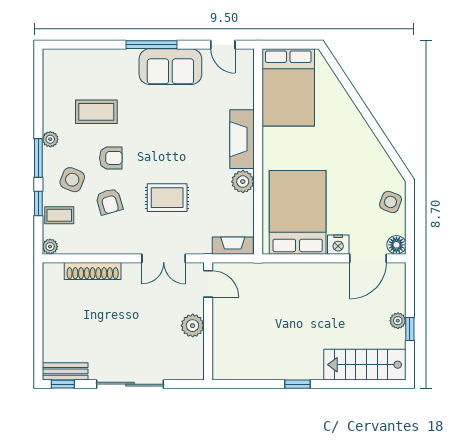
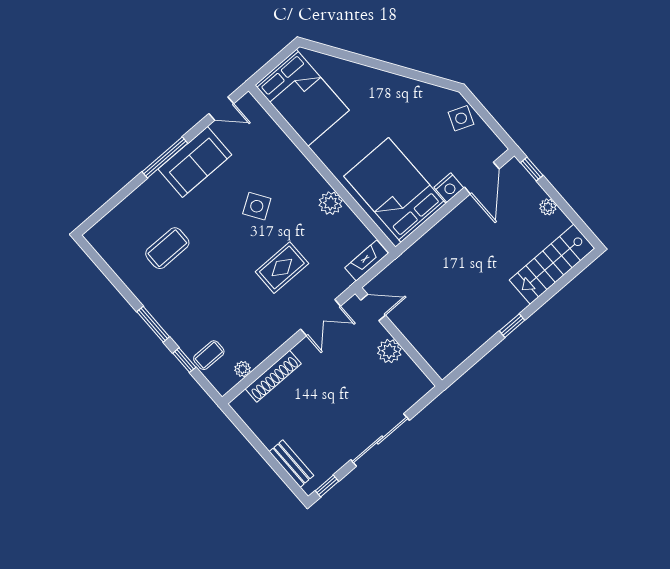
plant: (50, 139) -> (150, 301), removed
fireplace: (242, 139) -> (301, 170), removed
armchair: (111, 158) -> (210, 275), removed
side table: (72, 180) -> (257, 206), moved, turned 35
armchair: (109, 202) -> (239, 310), removed
floor lamp: (396, 245) -> (495, 148), removed
plant: (50, 247) -> (243, 369), moved
window: (410, 329) -> (532, 169), moved
bench: (65, 371) -> (291, 464), moved, turned 90

